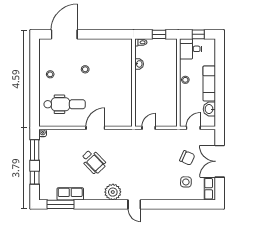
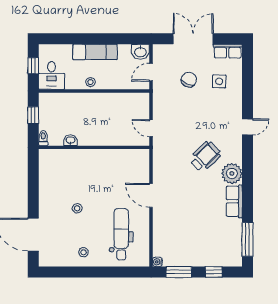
washbasin: (209, 109) -> (140, 52), moved
door: (193, 128) -> (151, 72), hinge flipped
double door: (220, 161) -> (193, 39), swing flipped
wheelchair: (93, 162) -> (205, 156), moved
row of seats: (70, 194) -> (234, 201), moved
door: (134, 204) -> (247, 127), moved

